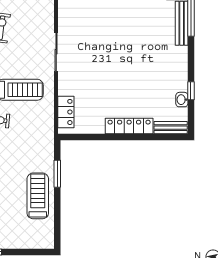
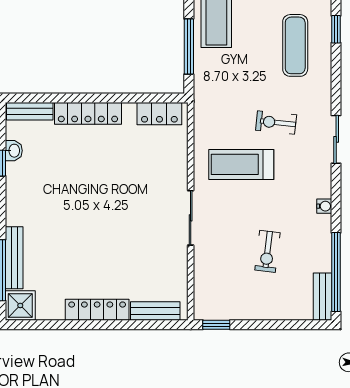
locker: (66, 112) -> (159, 114), moved, turned -90
window: (57, 174) -> (189, 47), width x1.44

